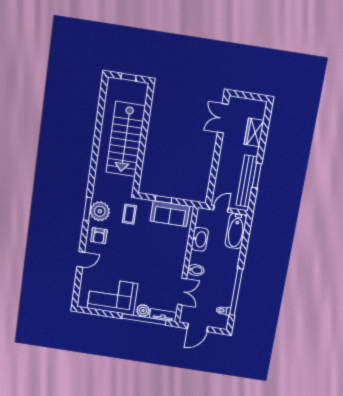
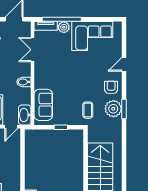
sofa: (170, 214) -> (43, 105), moved, turned 90
washbasin: (200, 239) -> (25, 115), moved
bidet: (196, 270) -> (24, 82), moved

